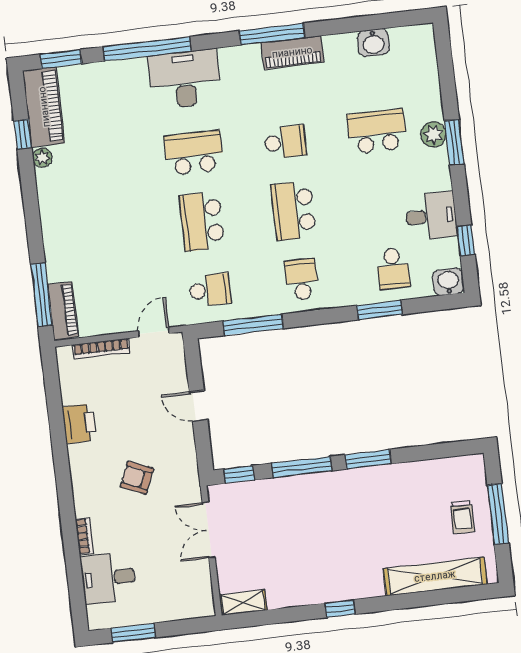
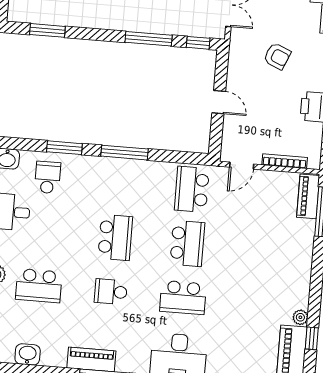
school desk: (301, 279) -> (120, 183), removed
school desk: (210, 290) -> (192, 189), width x1.85
window: (253, 325) -> (125, 153), moved
window: (368, 459) -> (47, 30), moved

